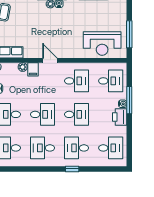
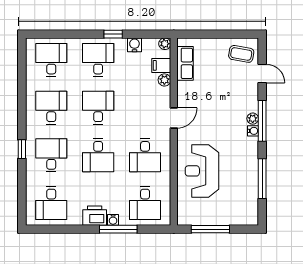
reception desk: (102, 44) -> (202, 171), moved
filing cabinet: (33, 69) -> (161, 65), moved
desk: (42, 114) -> (98, 108), turned 180

